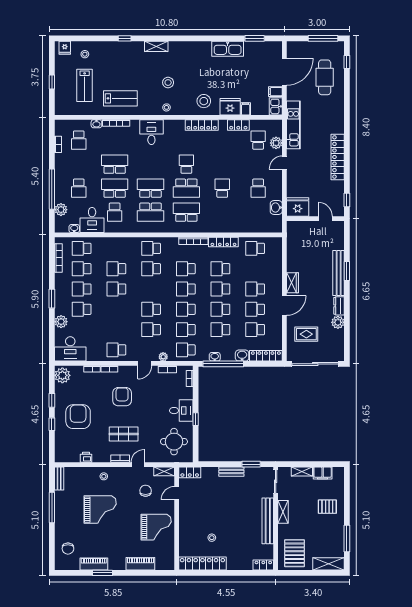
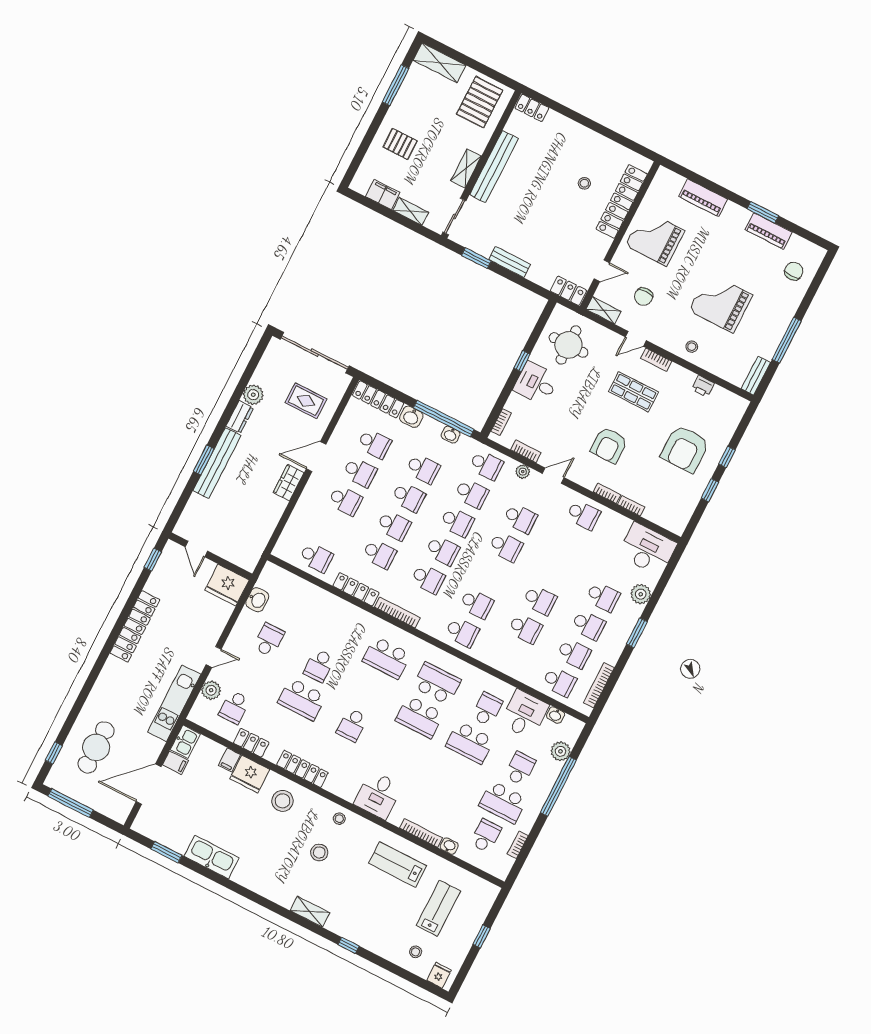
school desk: (115, 164) -> (503, 802), moved
school desk: (186, 188) -> (302, 699), moved, turned 180
plant: (62, 375) -> (677, 518), removed
locker: (202, 563) -> (622, 201), moved, turned 90

